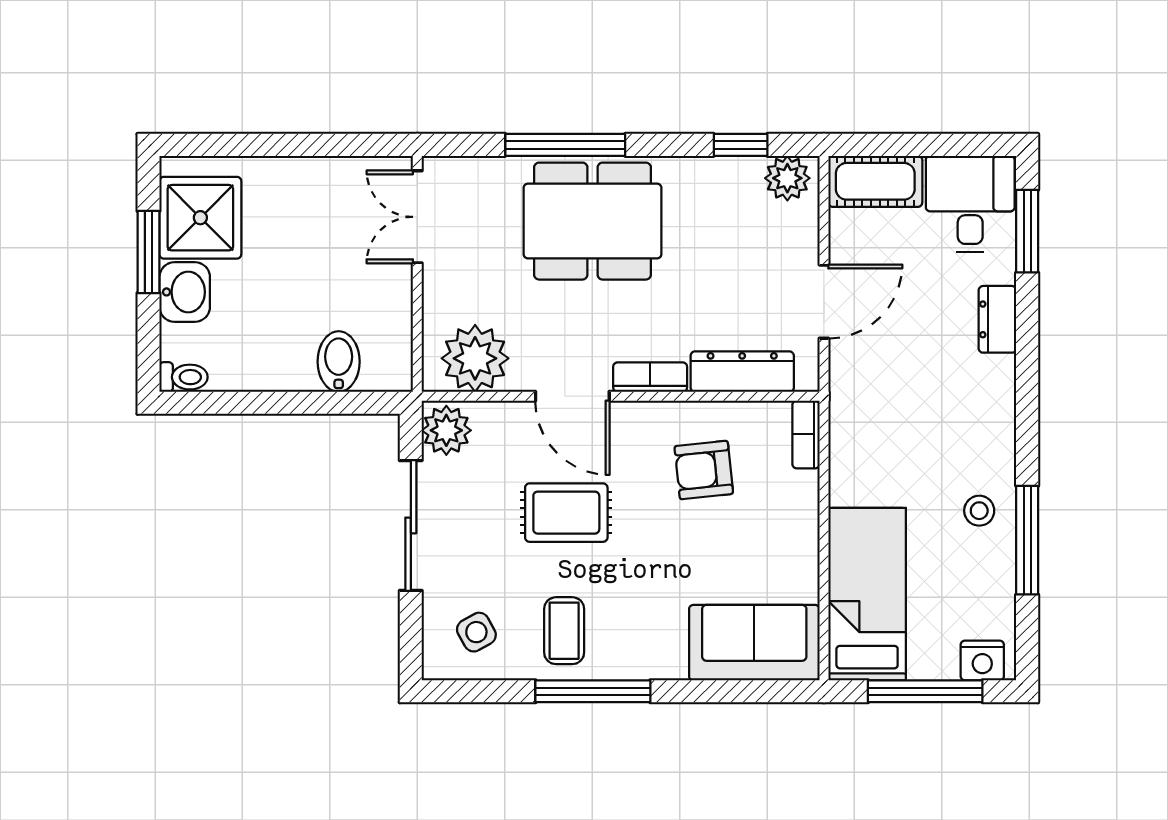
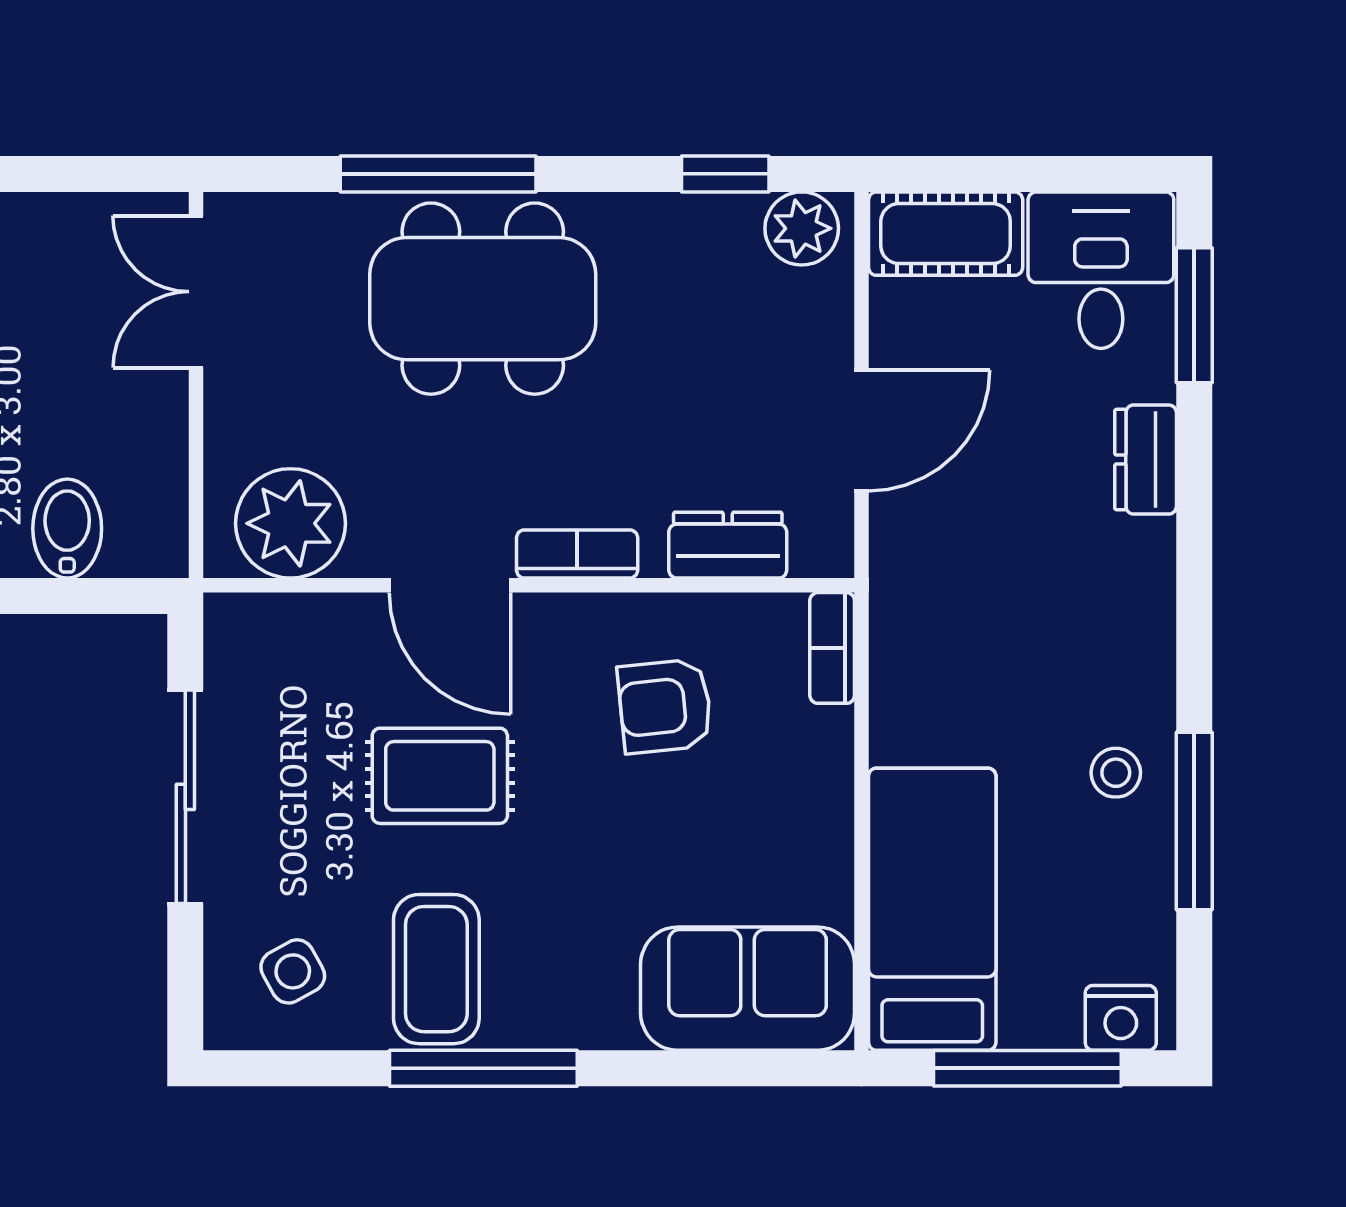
dresser: (742, 372) -> (728, 545), width x0.70
plant: (446, 430) -> (243, 641), removed
coffee table: (564, 631) -> (436, 969), width x1.36, depth x1.30

